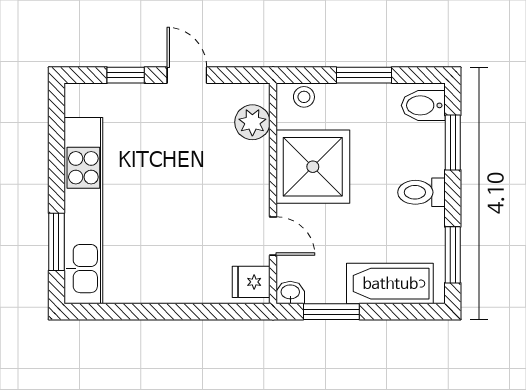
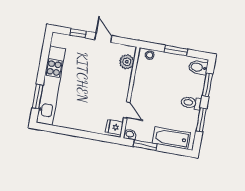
shower: (313, 167) -> (148, 84), removed
window: (453, 255) -> (201, 120), moved

